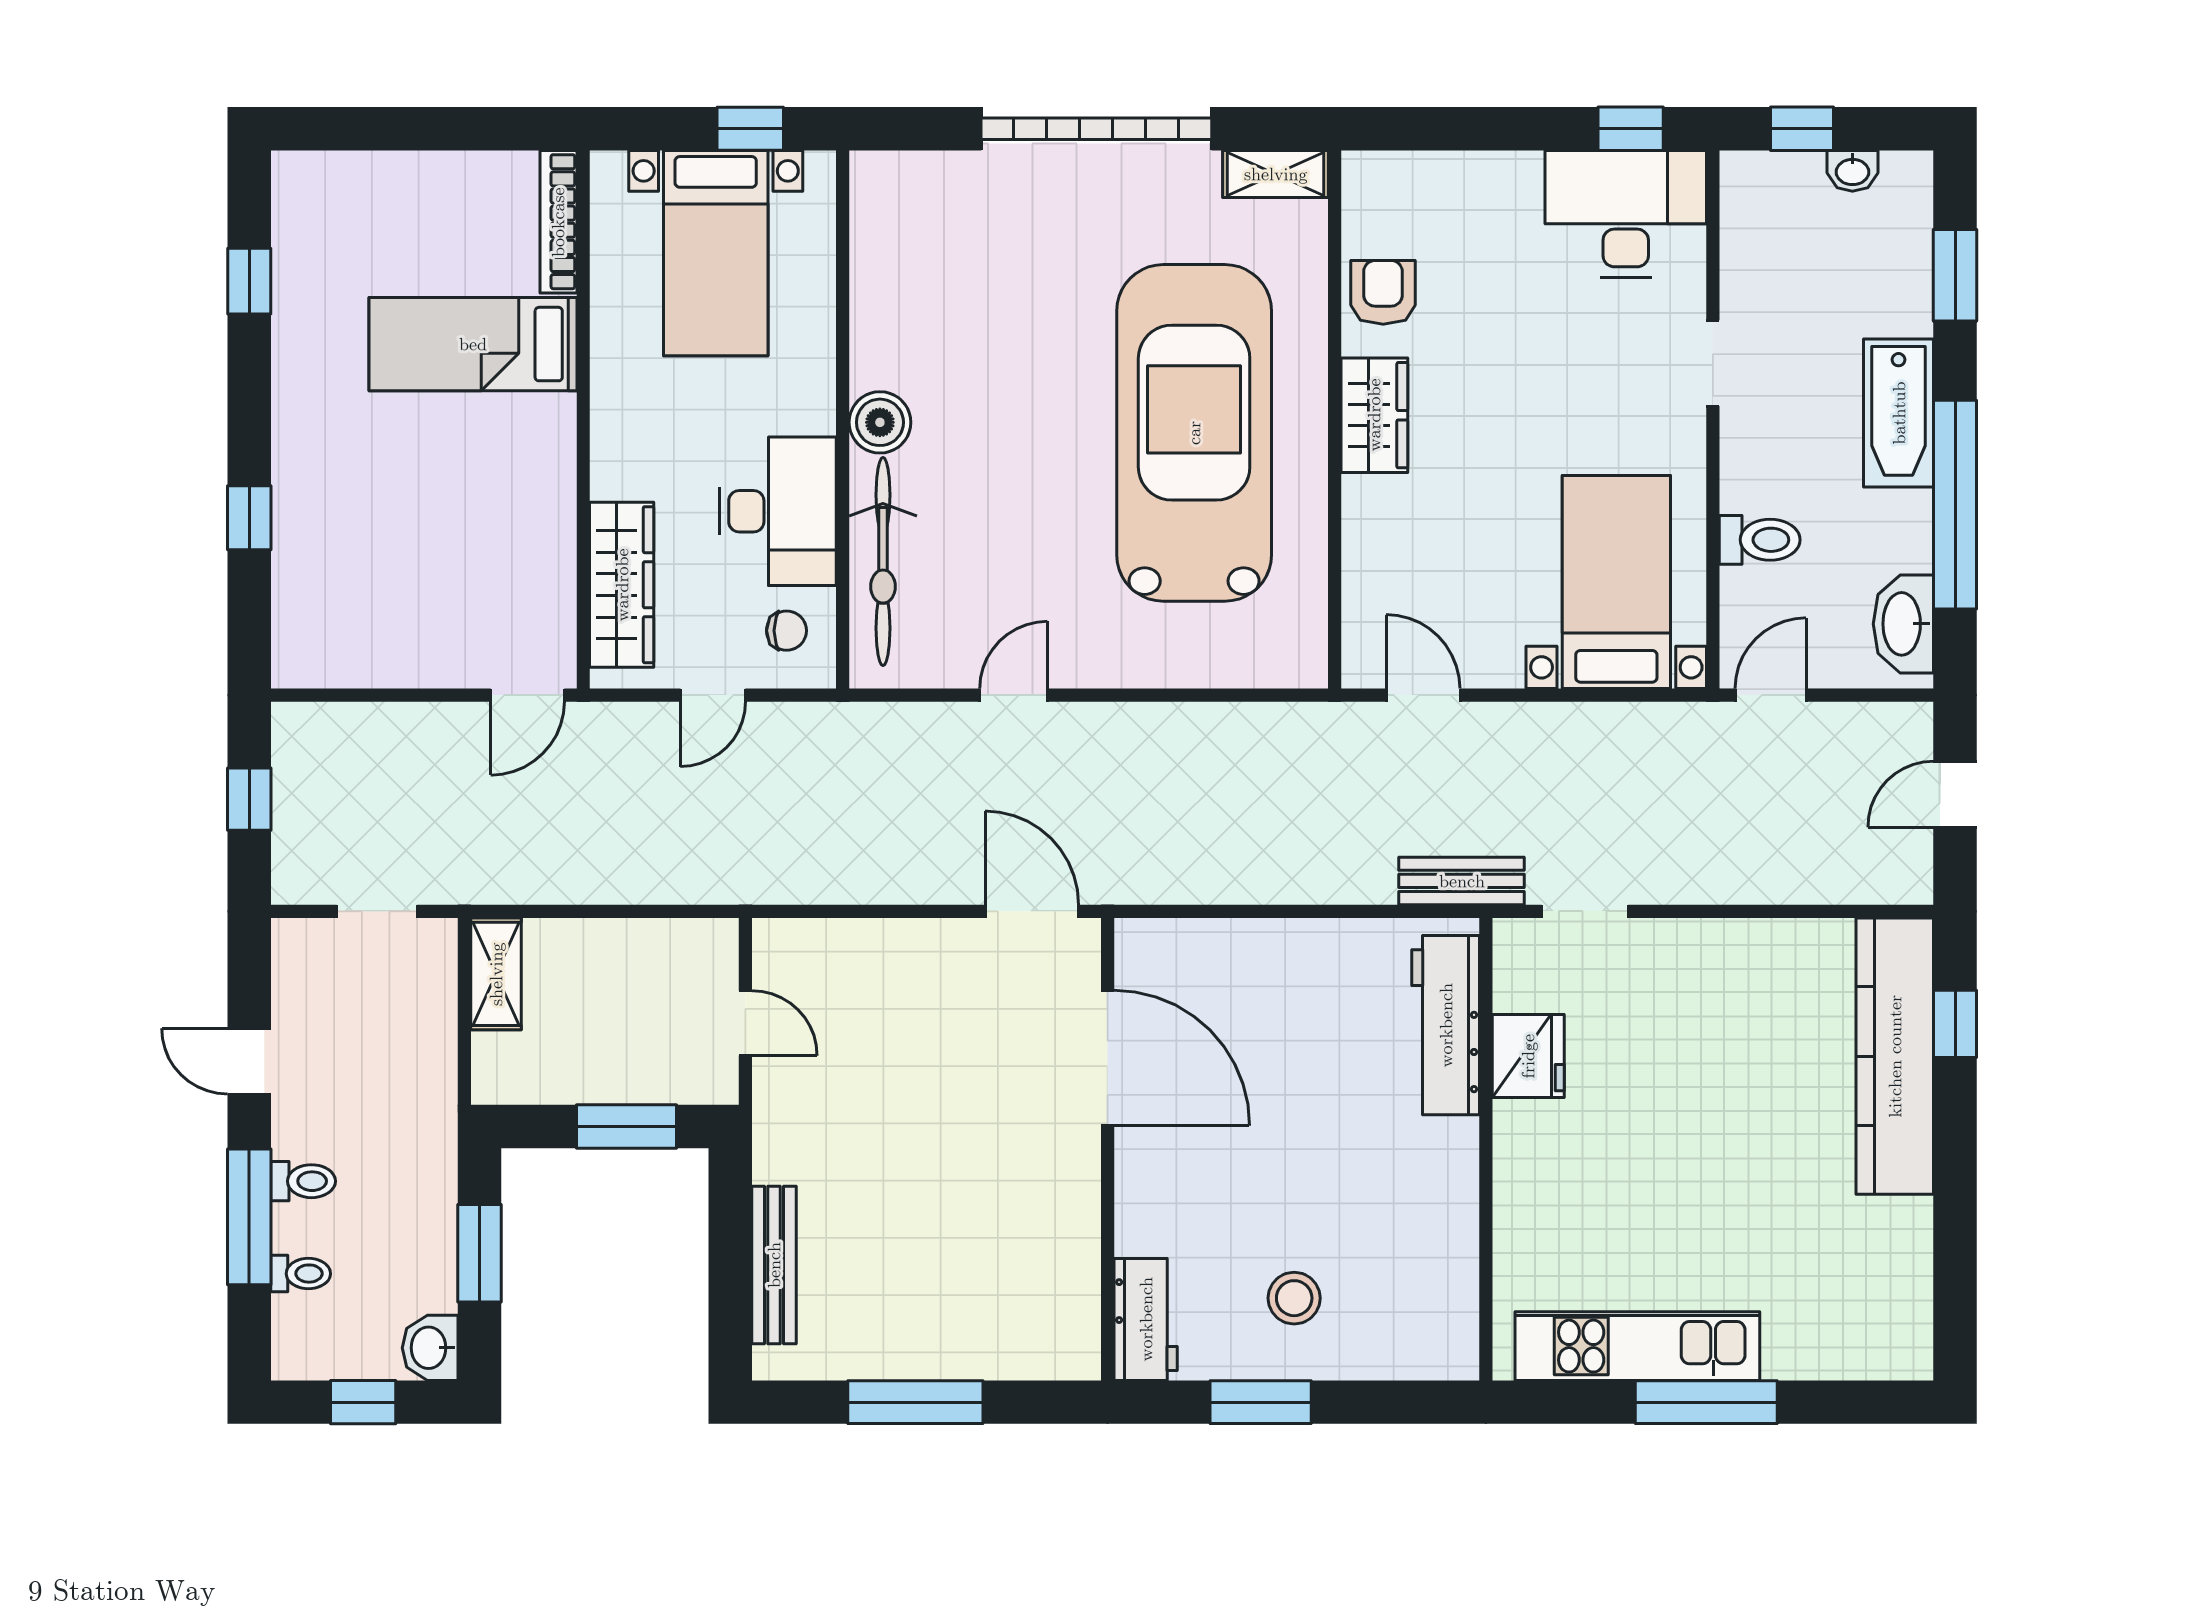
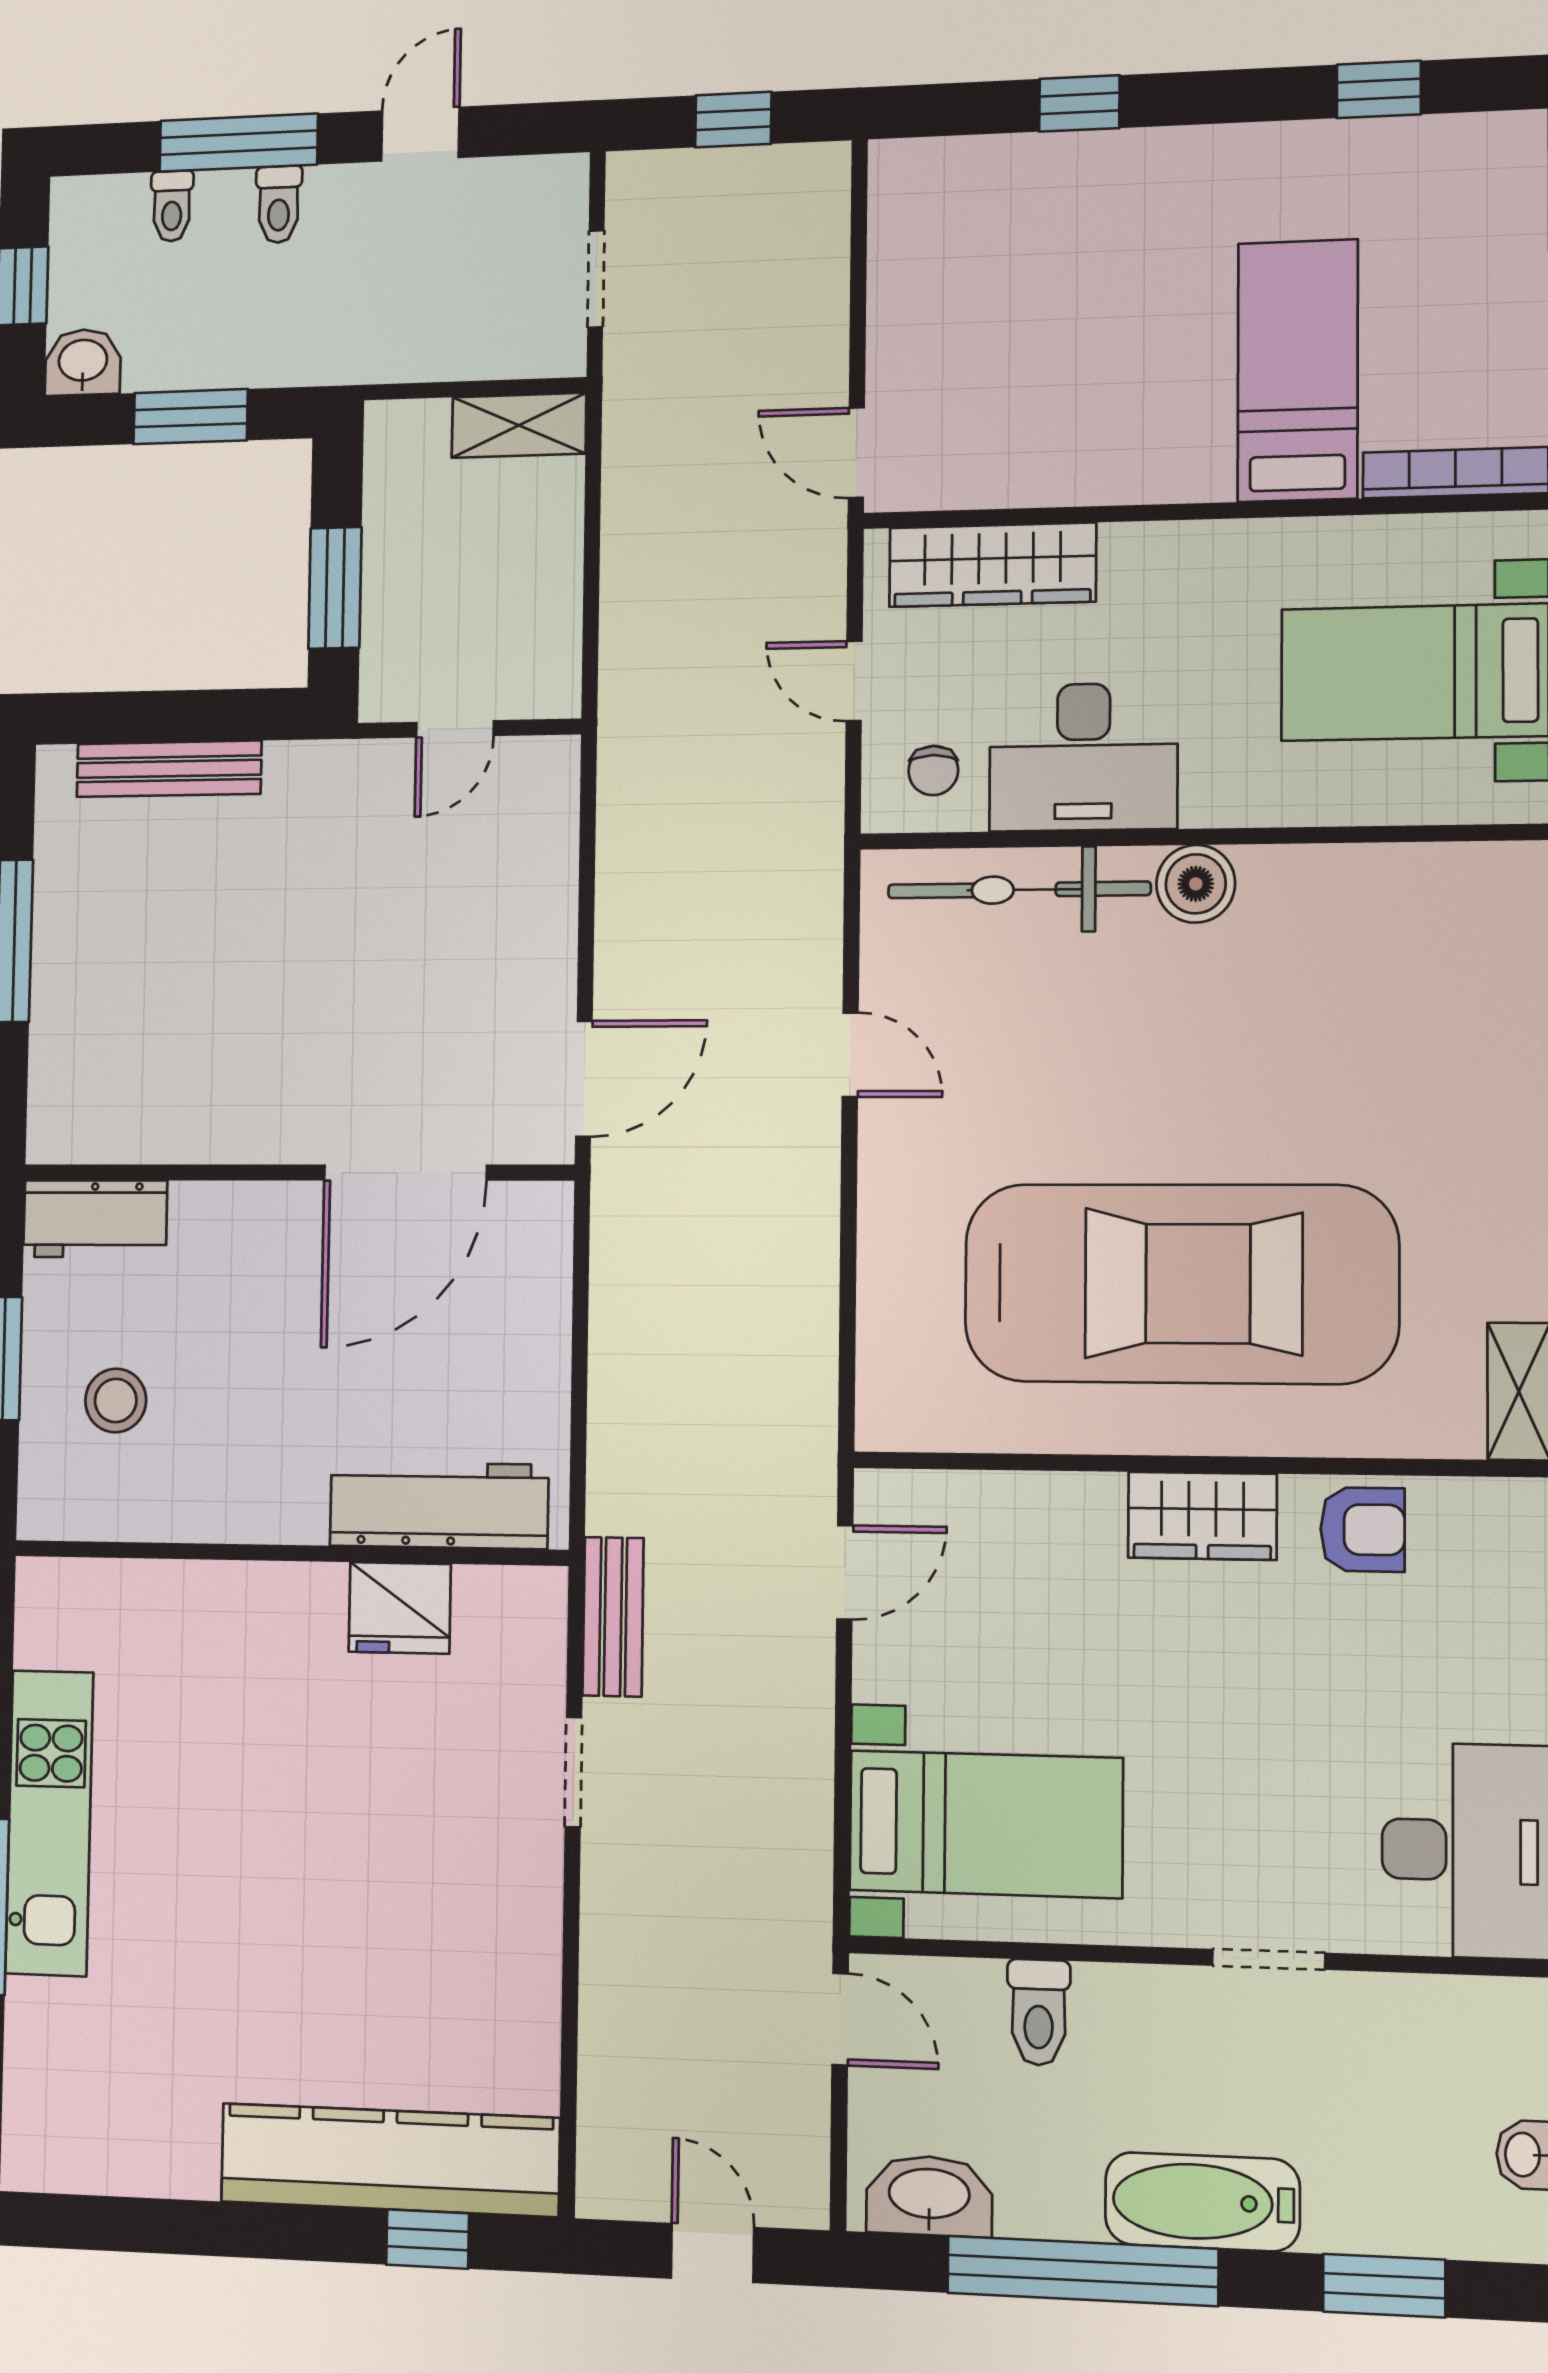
workbench: (1446, 1025) -> (439, 1505), moved
fridge: (1528, 1056) -> (400, 1608), moved
wall: (1486, 1149) -> (289, 1553), moved

